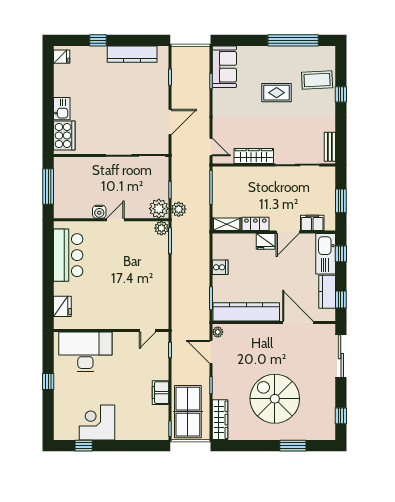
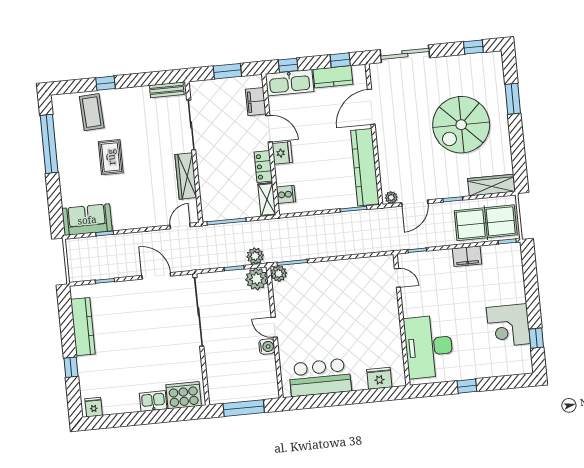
cooker: (220, 267) -> (286, 194), moved, turned 90

